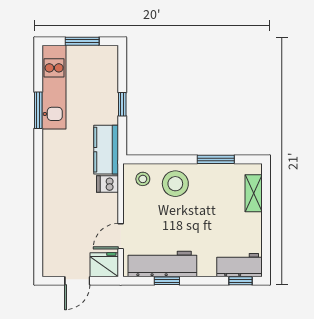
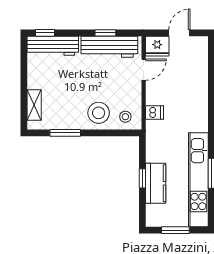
kitchen unit: (54, 87) -> (198, 180), width x1.36
kitchen counter: (106, 150) -> (156, 183), moved
workbench: (239, 265) -> (53, 46), width x1.38

